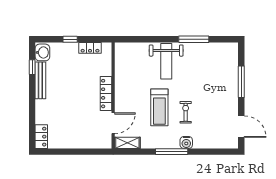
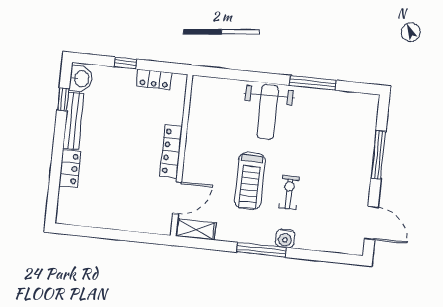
locker: (41, 137) -> (70, 169), moved

